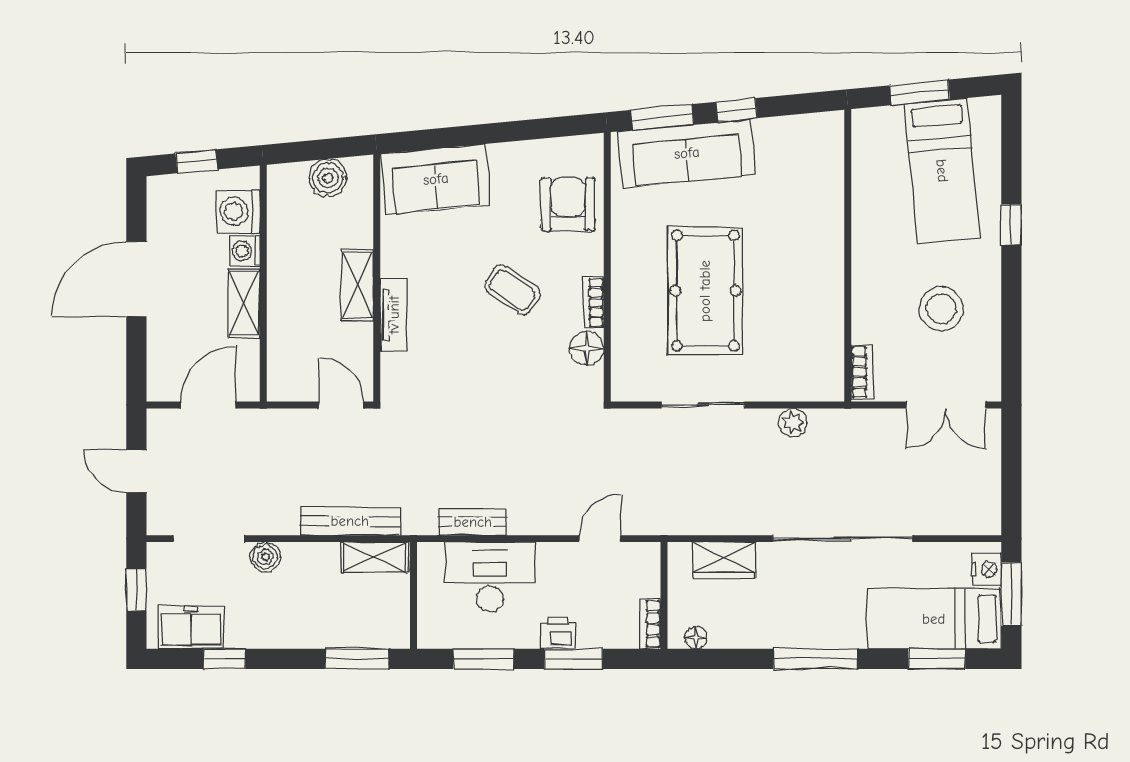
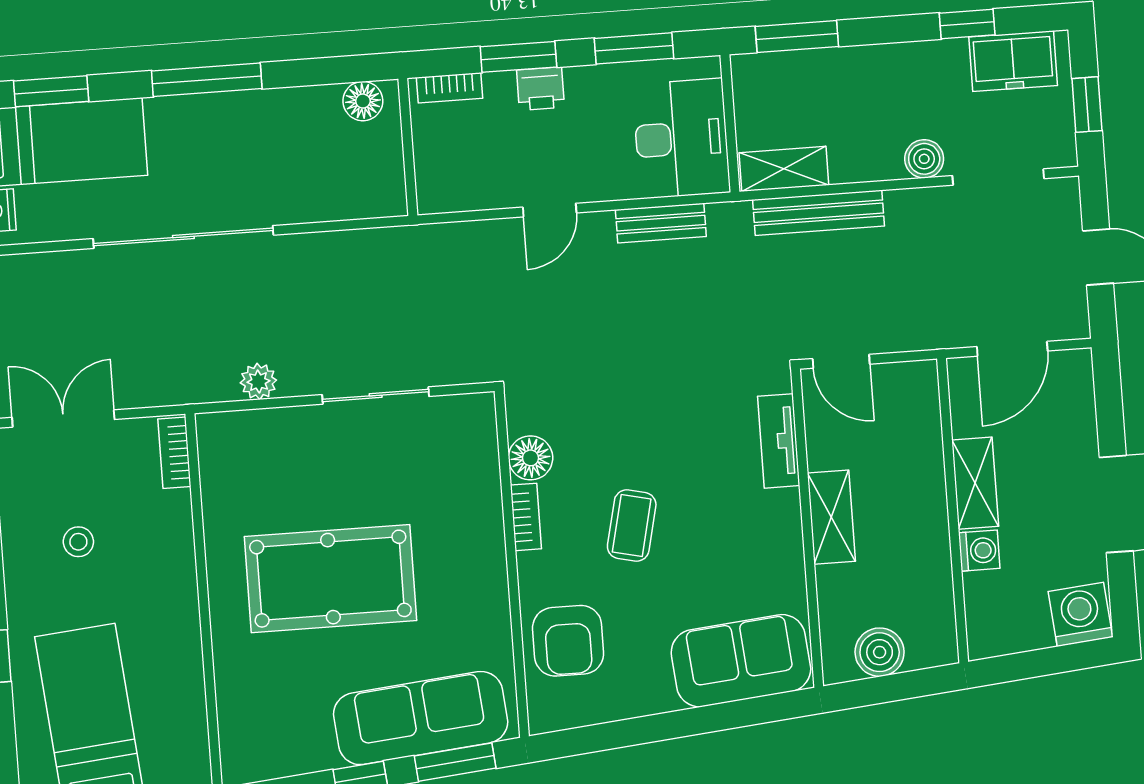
window: (197, 161) -> (1050, 661), removed
washing machine: (238, 211) -> (1080, 614), moved, turned -95
coffee table: (512, 290) -> (632, 525), turned 69
pool table: (705, 291) -> (330, 579), moved, turned 90
stool: (941, 309) -> (78, 542), width x0.53, depth x0.53
tv unit: (394, 315) -> (779, 441), moved
door: (600, 539) -> (550, 210), moved
wardrobe: (724, 560) -> (334, 198), removed
desk: (490, 577) -> (681, 138), moved, turned -90
bookcase: (651, 624) -> (449, 88), moved, turned 90
floor lamp: (696, 638) -> (363, 101), width x1.37, depth x1.37

